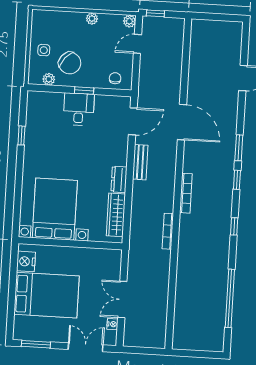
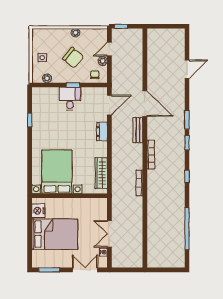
plant: (129, 21) -> (103, 61), moved
chair: (70, 63) -> (73, 58), moved
bench: (140, 162) -> (138, 130), moved
dresser: (119, 179) -> (102, 132), moved

